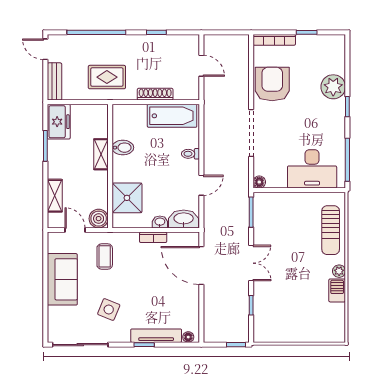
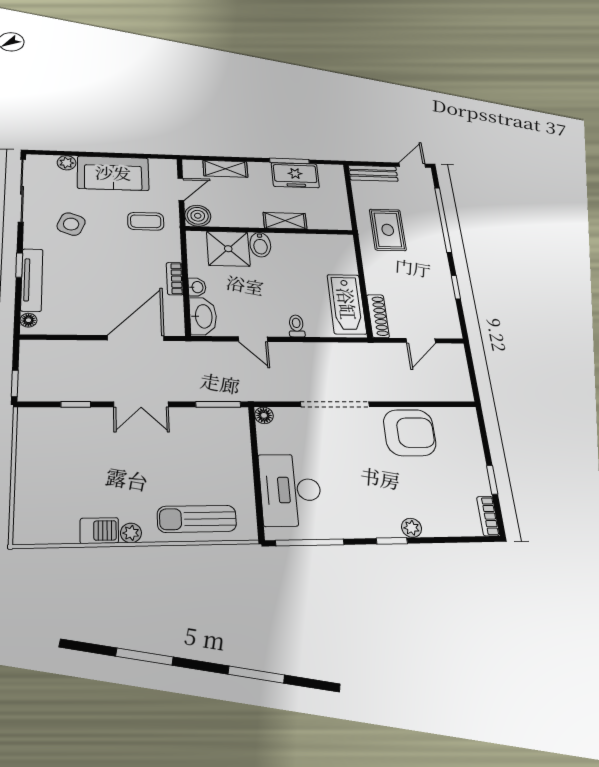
bookcase: (274, 40) -> (488, 516), moved, width x0.64
plant: (333, 87) -> (412, 528), width x0.53, depth x0.53
shoe rack: (155, 94) -> (378, 316), moved
freezer: (59, 122) -> (295, 175), moved
bidet: (123, 148) -> (260, 245), moved
plant: (54, 313) -> (67, 163), added

